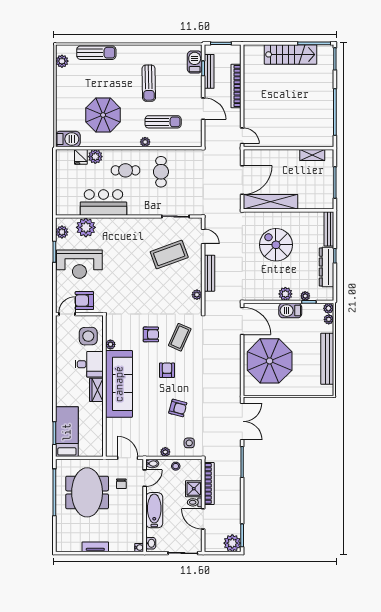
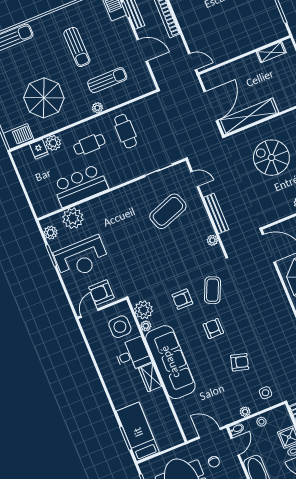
plant: (114, 330) -> (144, 310), added
armchair: (151, 334) -> (182, 299), turned 180

